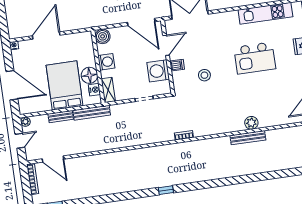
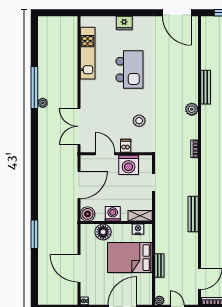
door: (141, 22) -> (79, 185), moved
floor lamp: (90, 75) -> (103, 232), moved
bench: (92, 113) -> (193, 214), moved
plant: (251, 123) -> (192, 109), moved

